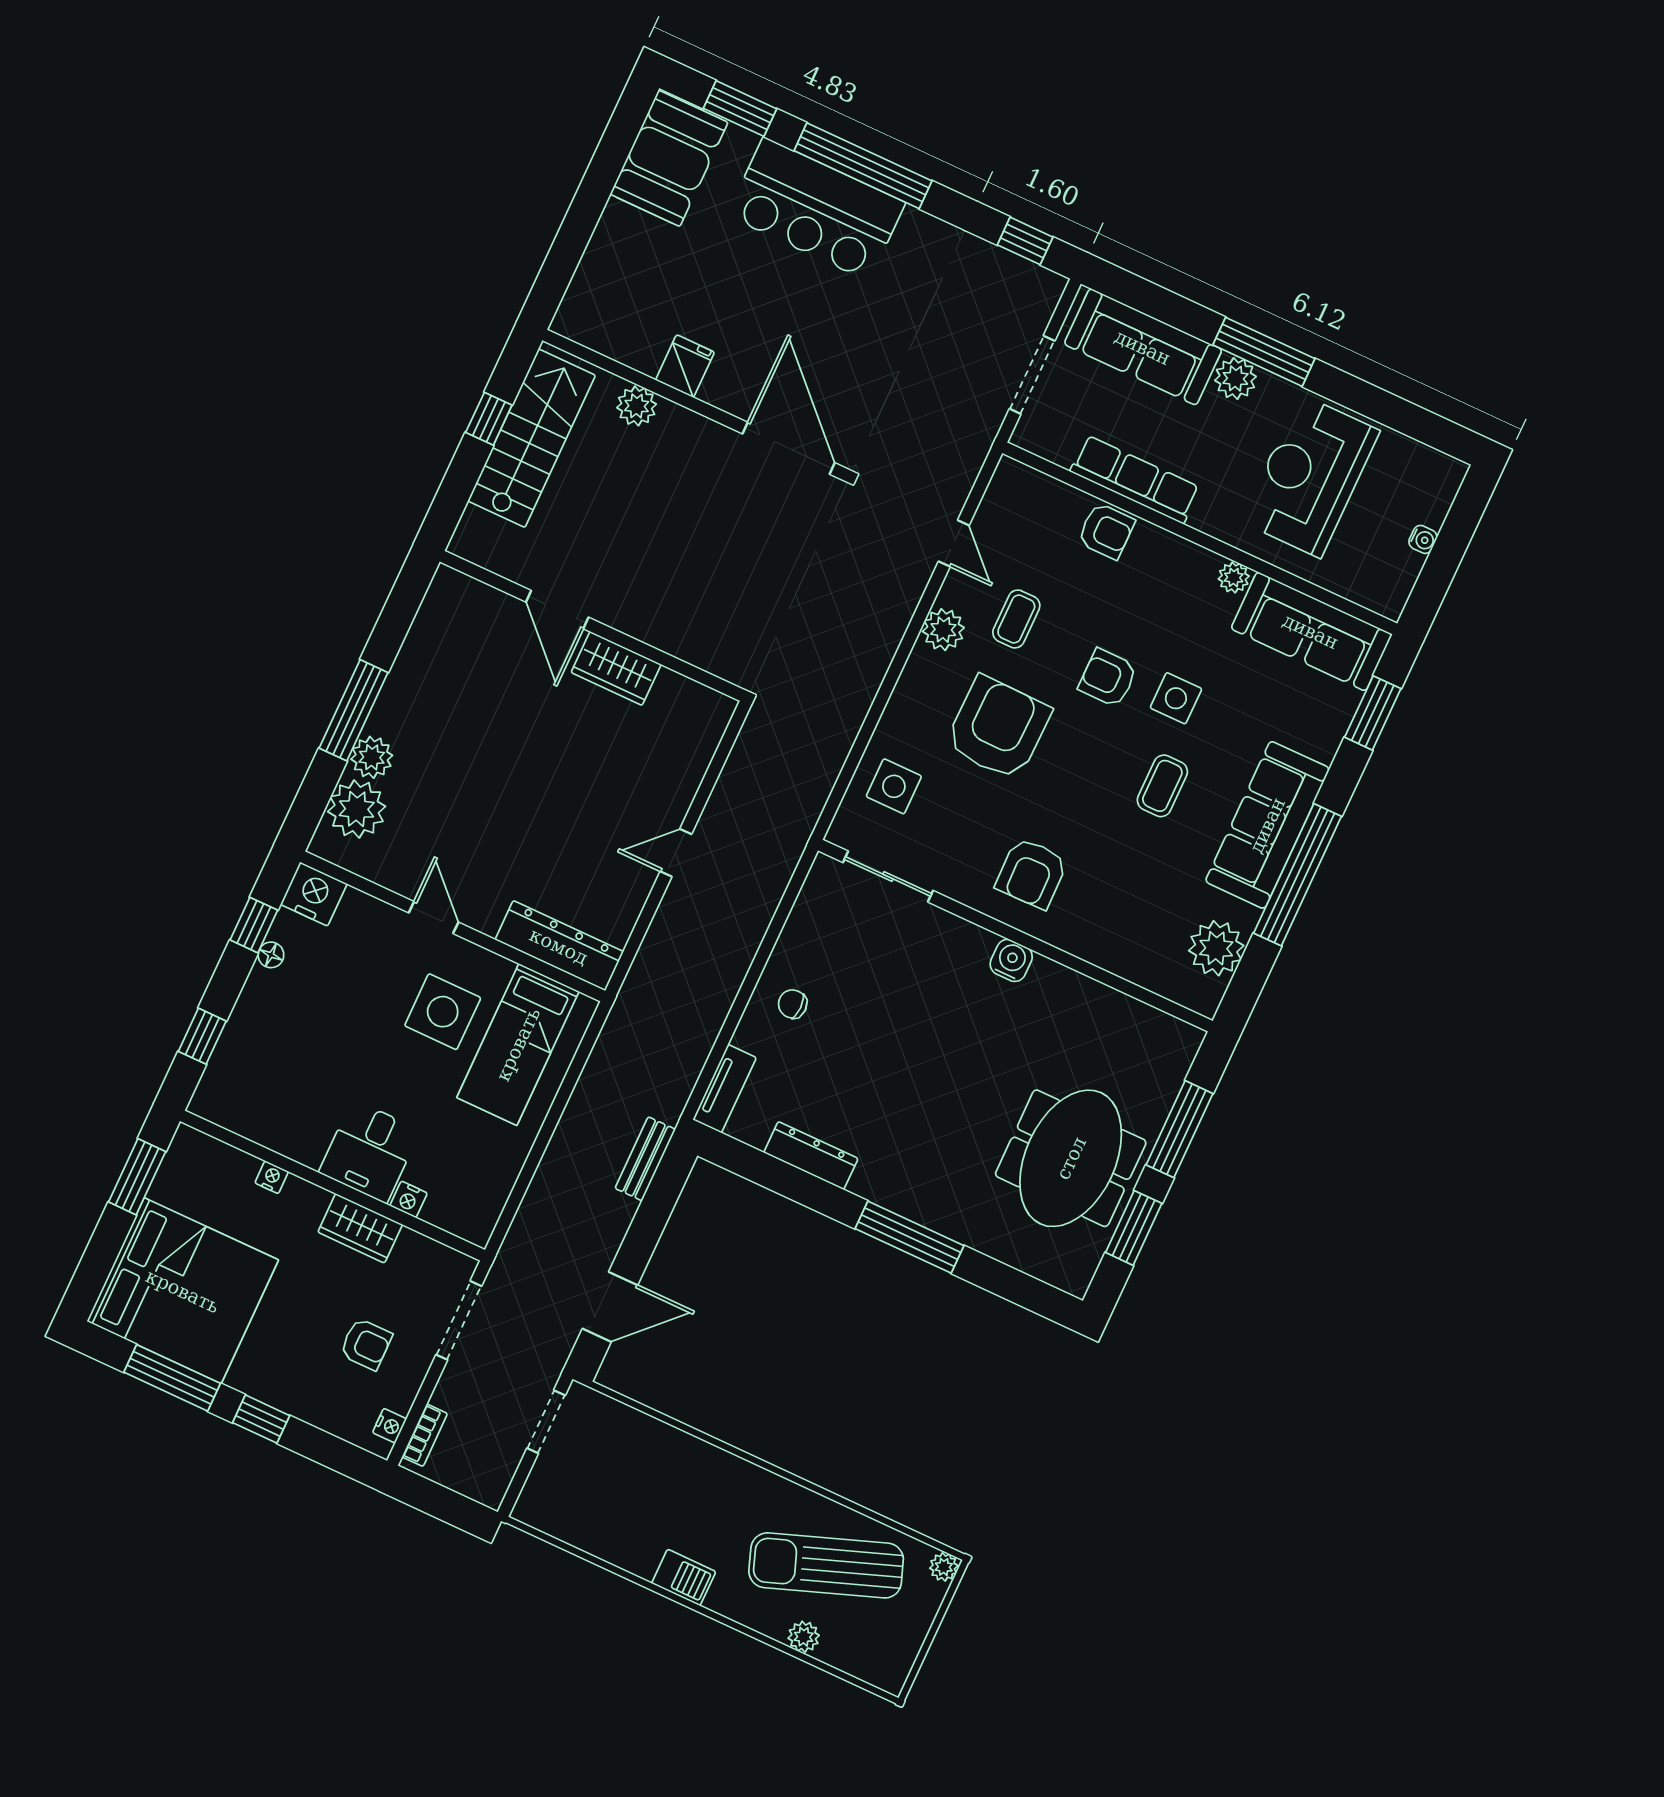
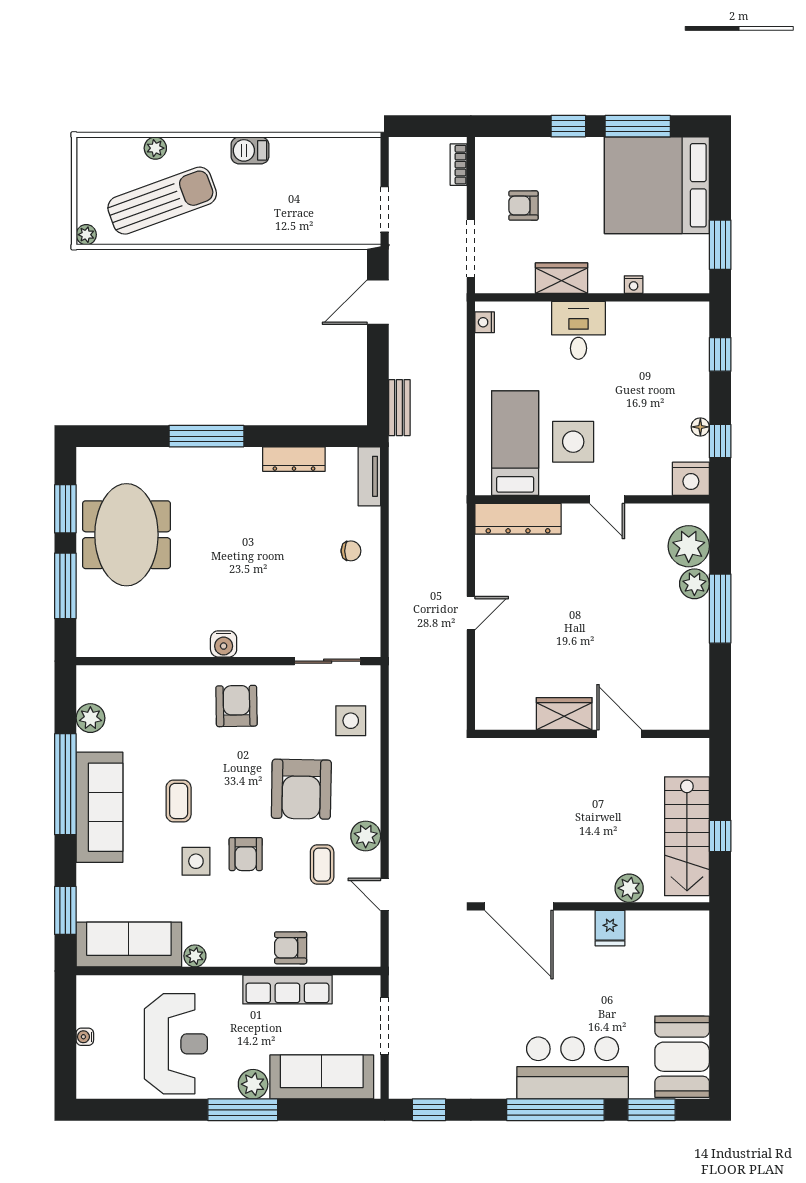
armchair: (1108, 678) -> (246, 854), turned 90
plant: (1216, 948) -> (90, 718), width x0.73, depth x0.73
nightstand: (409, 1199) -> (485, 322), moved, turned -90
nightstand: (390, 1426) -> (484, 160), removed

